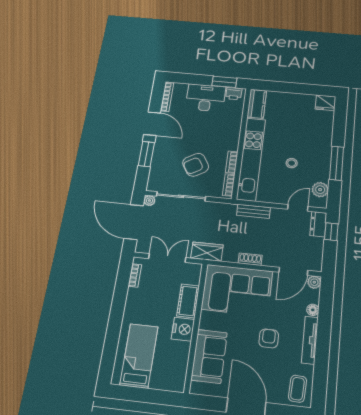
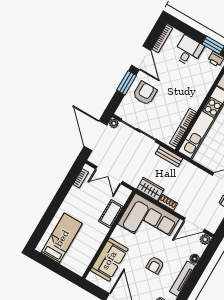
desk: (206, 98) -> (188, 51), width x0.73
armchair: (196, 165) -> (145, 93), moved, turned 121
bench: (254, 211) -> (169, 156), moved
wardrobe: (207, 252) -> (150, 189), moved
double door: (167, 258) -> (109, 175), swing flipped
nightstand: (183, 329) -> (99, 233), removed
armchair: (269, 338) -> (155, 265), turned 180

